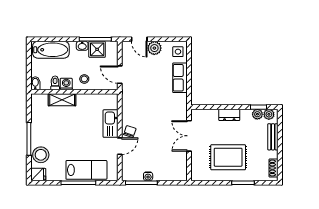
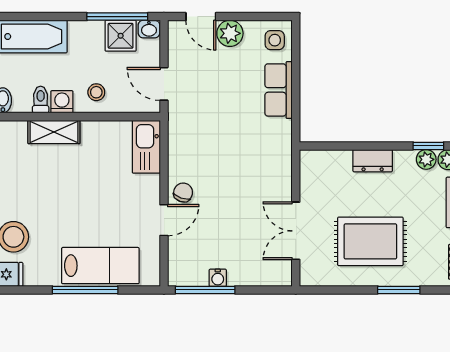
washbasin: (82, 46) -> (149, 29), moved
kitchen sink: (111, 124) -> (146, 147), moved
double door: (189, 136) -> (296, 231), moved

